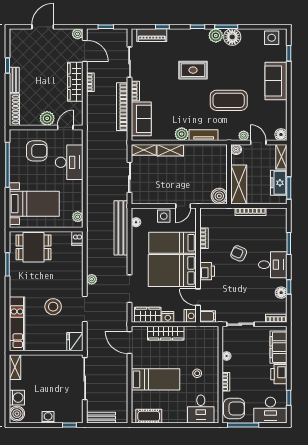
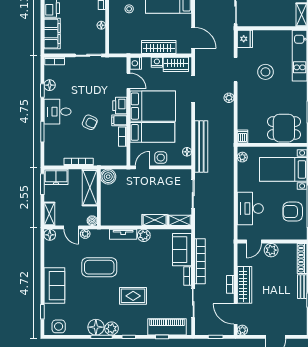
piano: (152, 35) -> (167, 327), width x1.37, depth x1.33
armchair: (37, 151) -> (293, 212), moved
freezer: (279, 183) -> (56, 177), moved, turned 90
filing cabinet: (208, 316) -> (119, 120), moved

